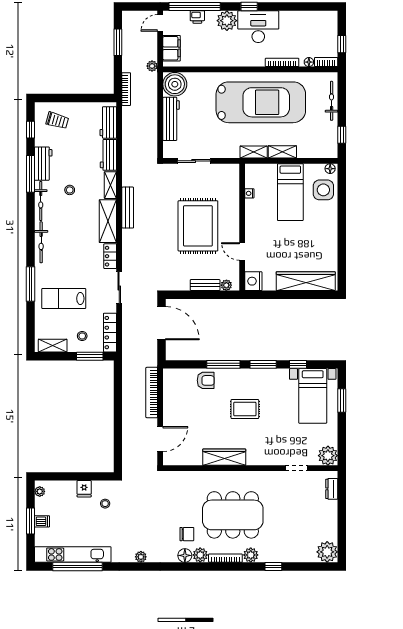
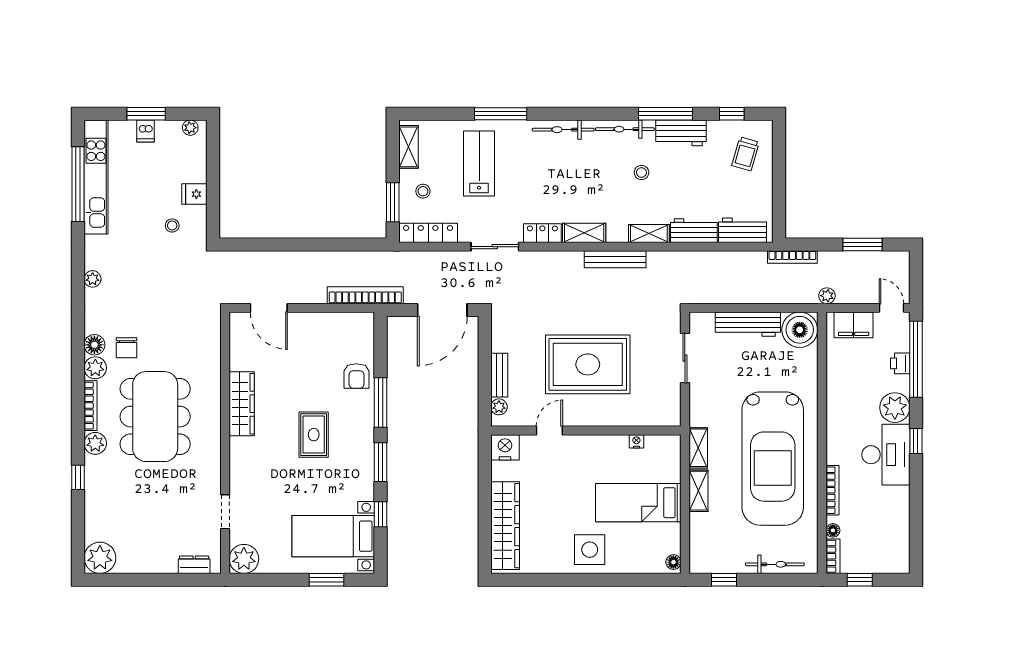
side table: (323, 190) -> (590, 550), moved
shelving: (108, 221) -> (584, 233), width x0.67, depth x0.75
bookcase: (152, 393) -> (365, 295), moved

